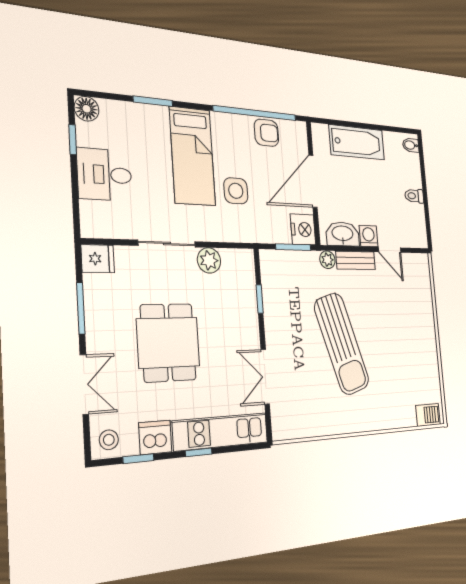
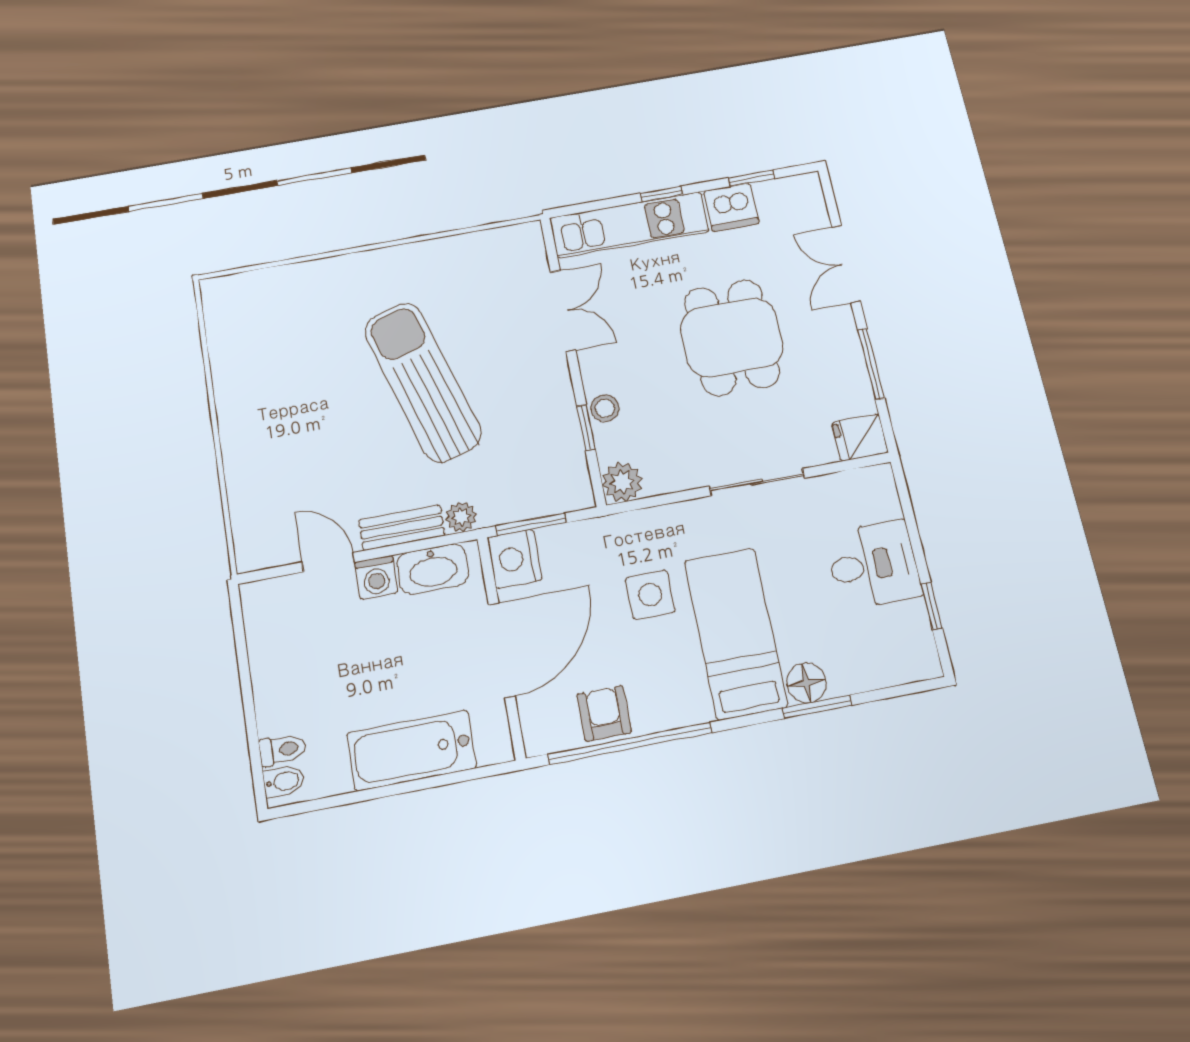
floor lamp: (87, 109) -> (806, 683), moved
armchair: (266, 133) -> (604, 713), turned 90
toilet: (414, 196) -> (282, 750), moved
plant: (209, 260) -> (622, 482), moved
barbecue: (428, 415) -> (235, 290), removed
stool: (109, 440) -> (605, 408), moved

